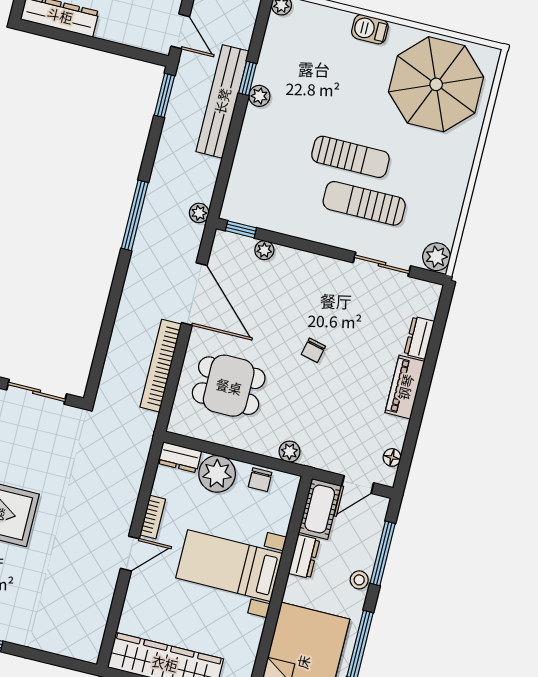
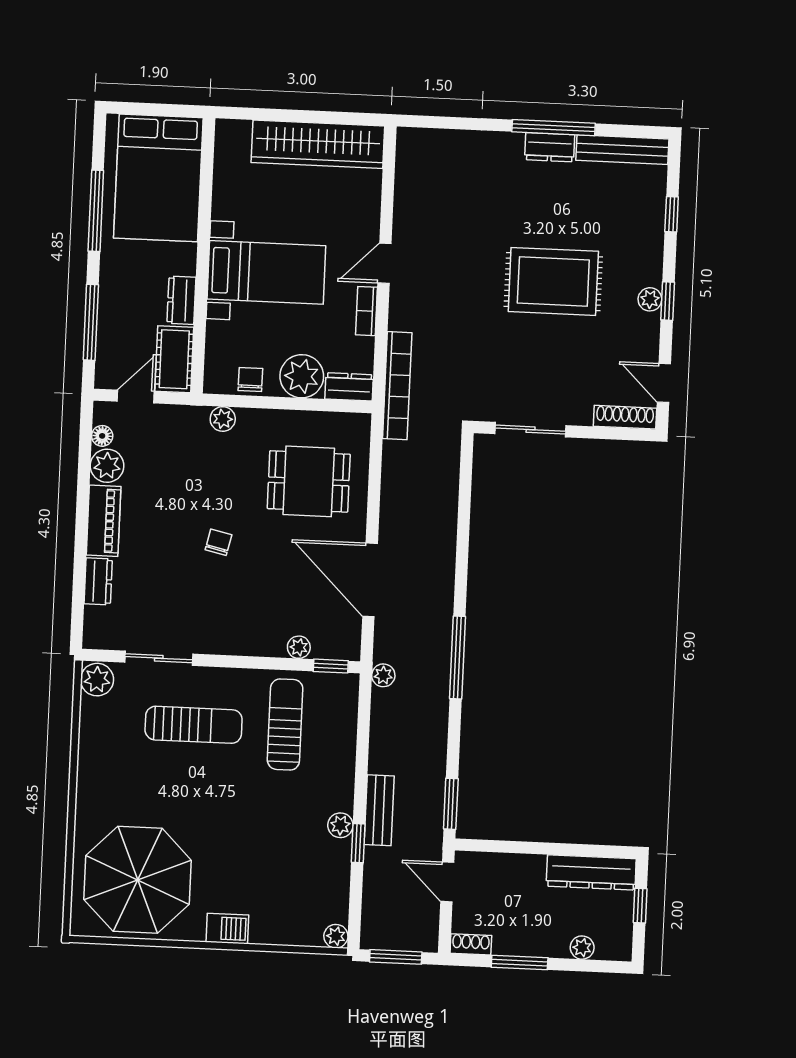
bench: (222, 101) -> (379, 810), width x0.54, depth x0.82
sun lounger: (350, 157) -> (285, 724), moved, turned 90
bookcase: (161, 366) -> (397, 386), moved
plant: (393, 432) -> (107, 466), added
stool: (359, 580) -> (112, 286), removed

